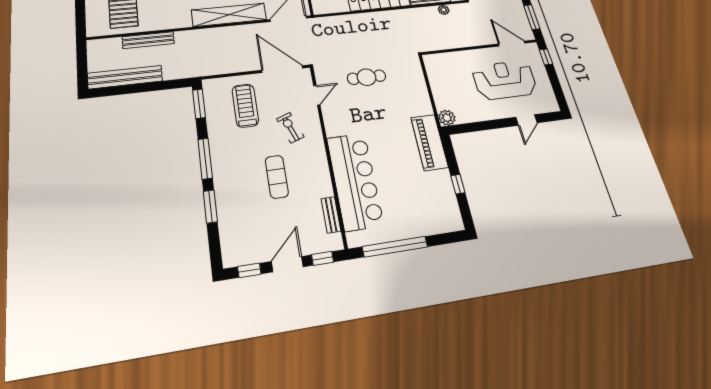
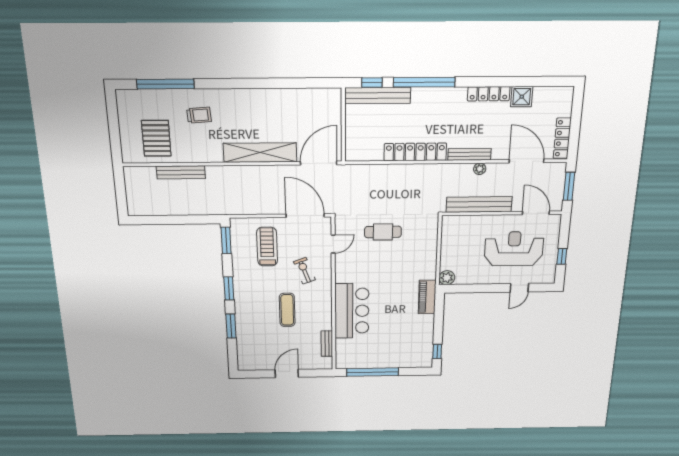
window: (546, 57) -> (562, 256), moved
bench: (125, 77) -> (479, 204), moved
piano: (429, 142) -> (427, 297), width x0.73, depth x0.75
window: (205, 159) -> (229, 288), width x0.69
bar counter: (355, 181) -> (352, 311), width x0.73
window: (458, 184) -> (437, 351), moved
window: (322, 258) -> (314, 373), removed
window: (249, 270) -> (257, 374), removed

